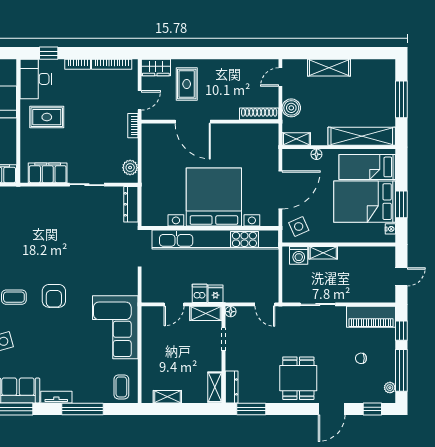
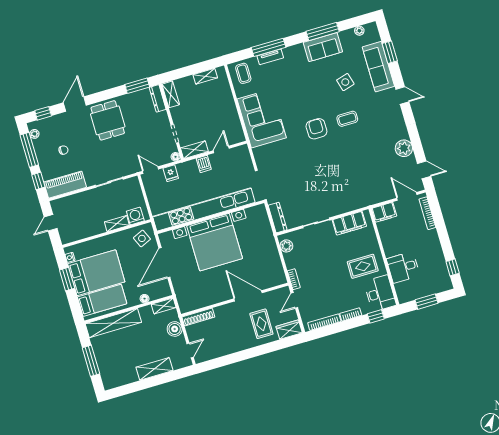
fridge: (215, 294) -> (171, 173), moved
tv unit: (56, 397) -> (270, 57), moved

